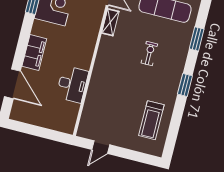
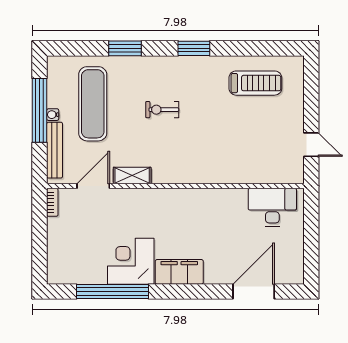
filing cabinet: (34, 52) -> (179, 272), moved
desk: (72, 84) -> (272, 207), moved

